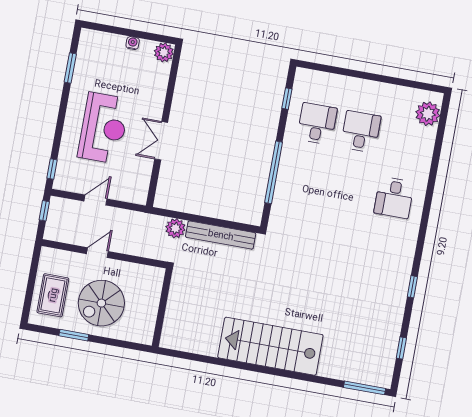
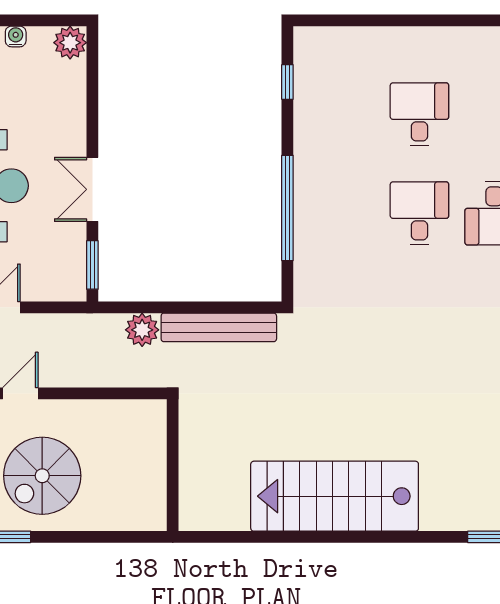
desk: (317, 124) -> (419, 213), moved
window: (153, 185) -> (92, 265), added
wall: (162, 308) -> (173, 465), moved

